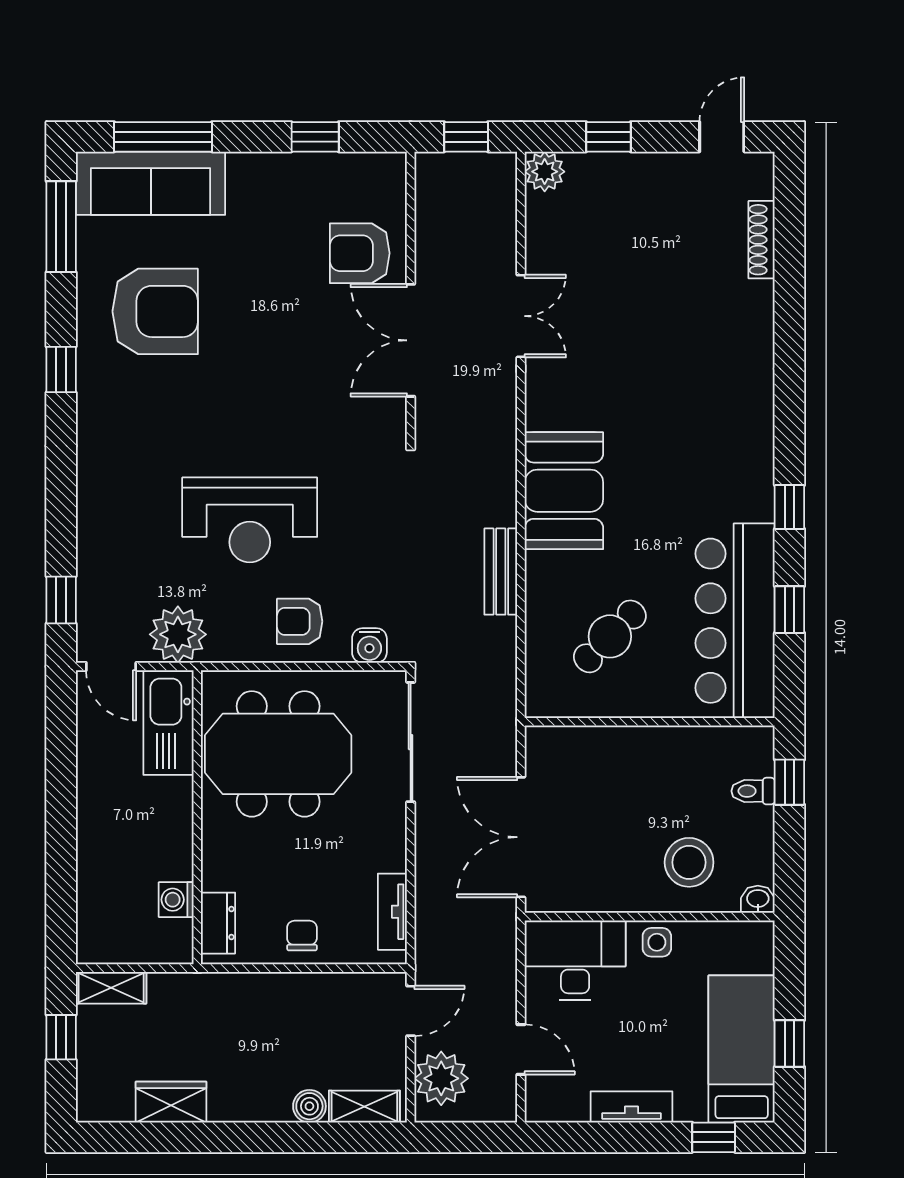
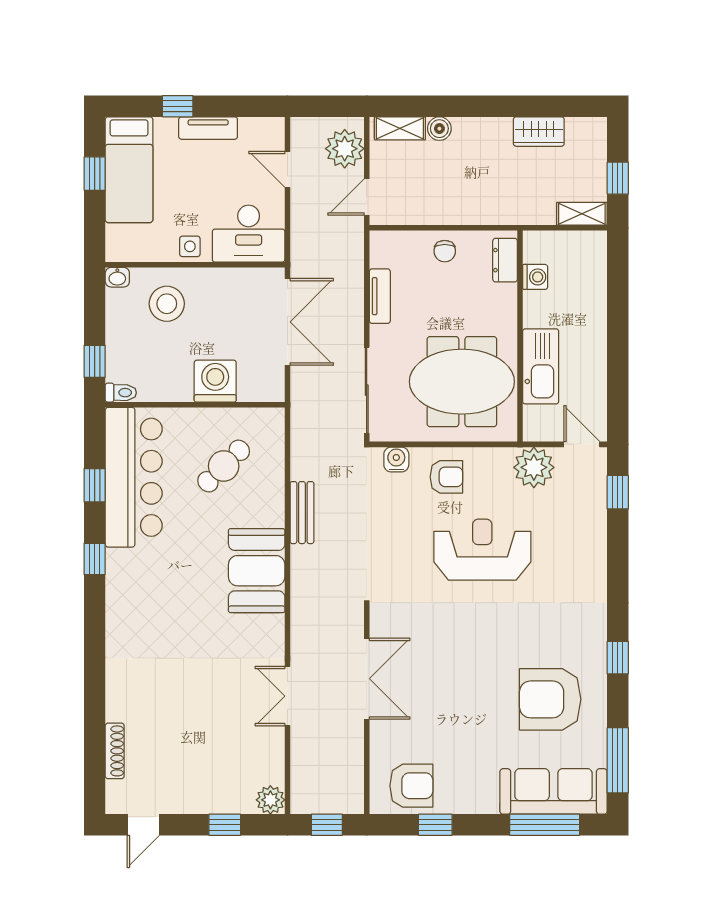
armchair: (360, 253) -> (411, 786), moved
kitchen sink: (168, 723) -> (541, 366), moved
washing machine: (622, 755) -> (215, 381), added
toilet: (753, 791) -> (121, 393), moved
tv unit: (392, 912) -> (380, 296), moved
window: (714, 1137) -> (178, 106), moved

